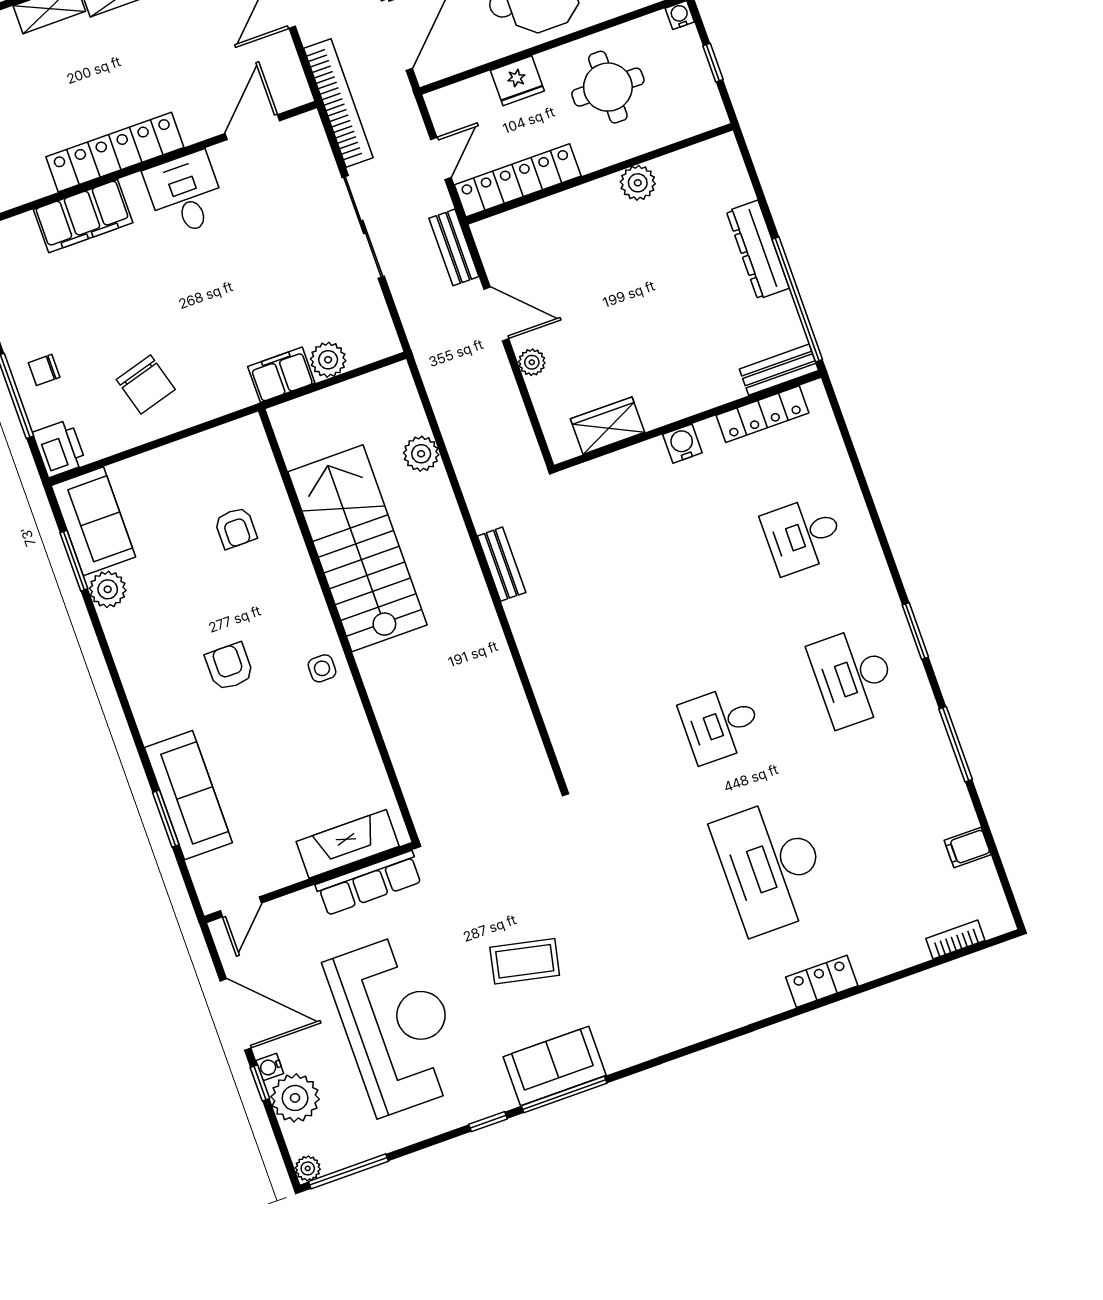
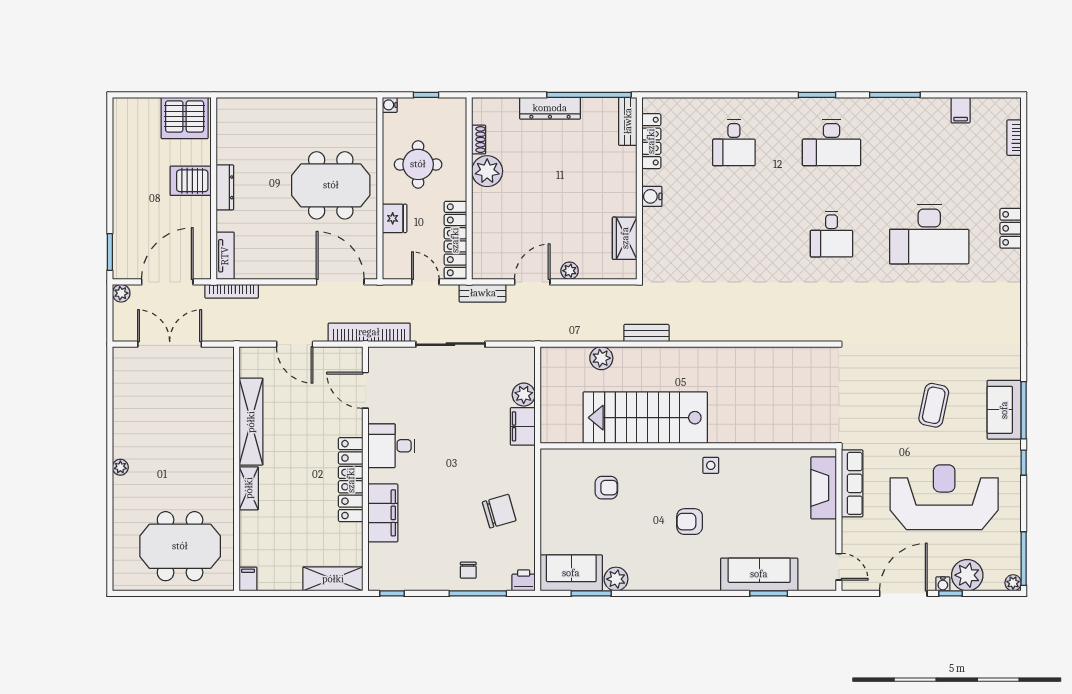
shoe rack: (675, 162) -> (479, 140), added
plant: (638, 183) -> (487, 171), width x1.36, depth x1.36
printer: (59, 448) -> (524, 580), width x0.73, depth x0.81
bench: (502, 564) -> (646, 333), moved

